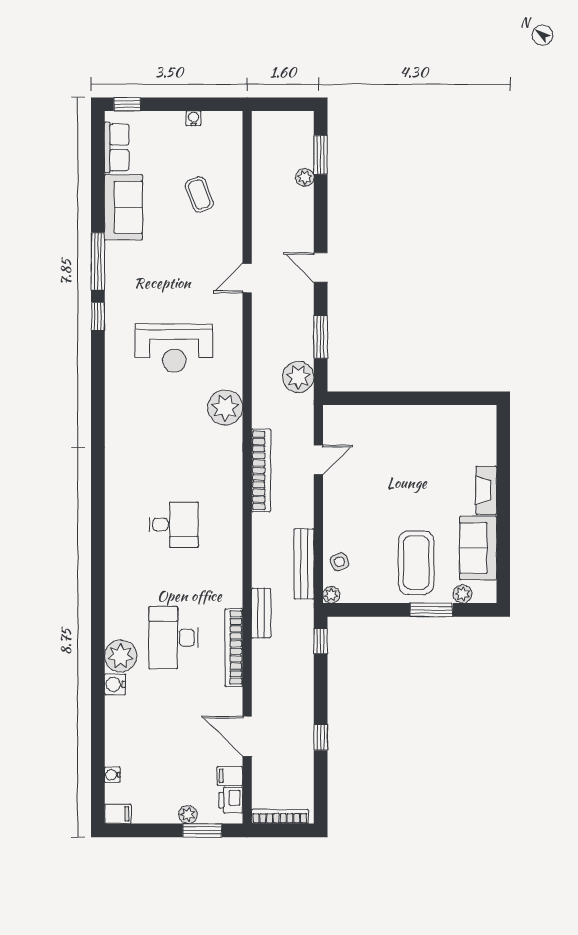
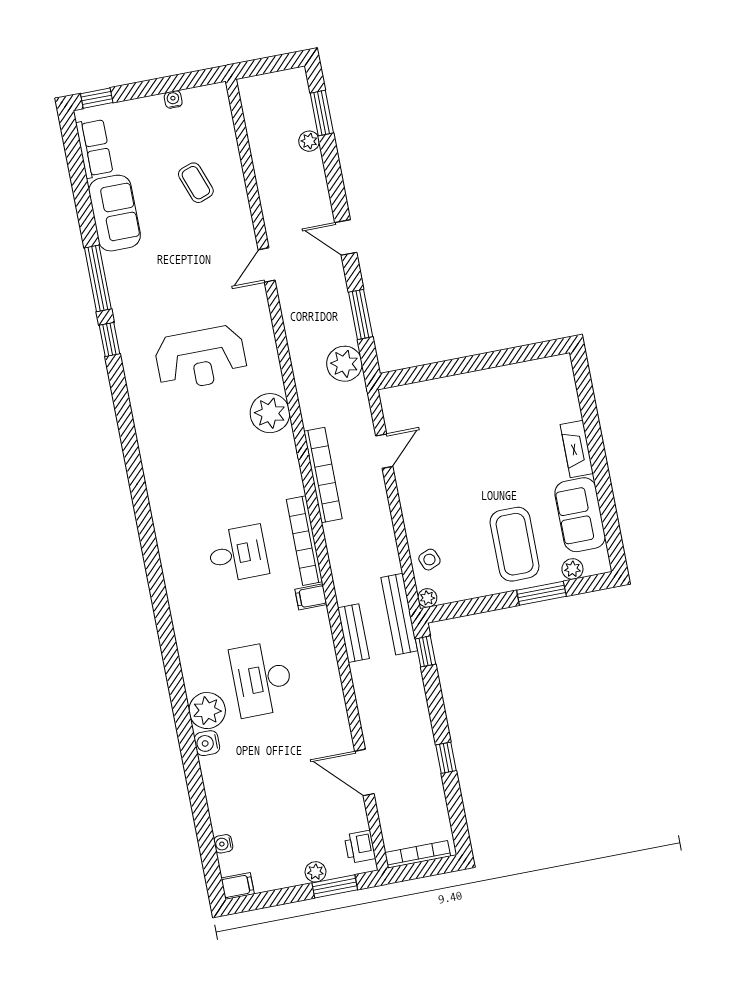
bench: (304, 564) -> (399, 614), moved
bookcase: (234, 648) -> (304, 541), moved
filing cabinet: (230, 776) -> (311, 597), moved

